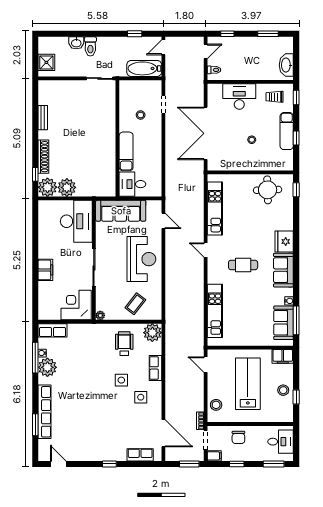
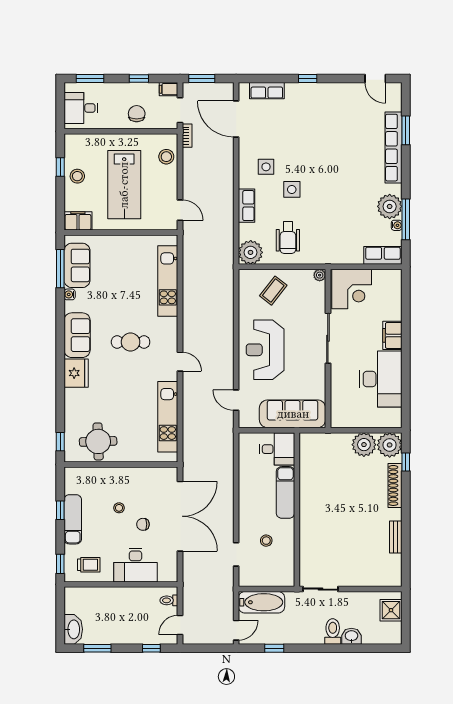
washbasin: (286, 65) -> (73, 629), moved
chair: (234, 127) -> (143, 524), added
desk: (76, 221) -> (381, 379), moved, turned 180

